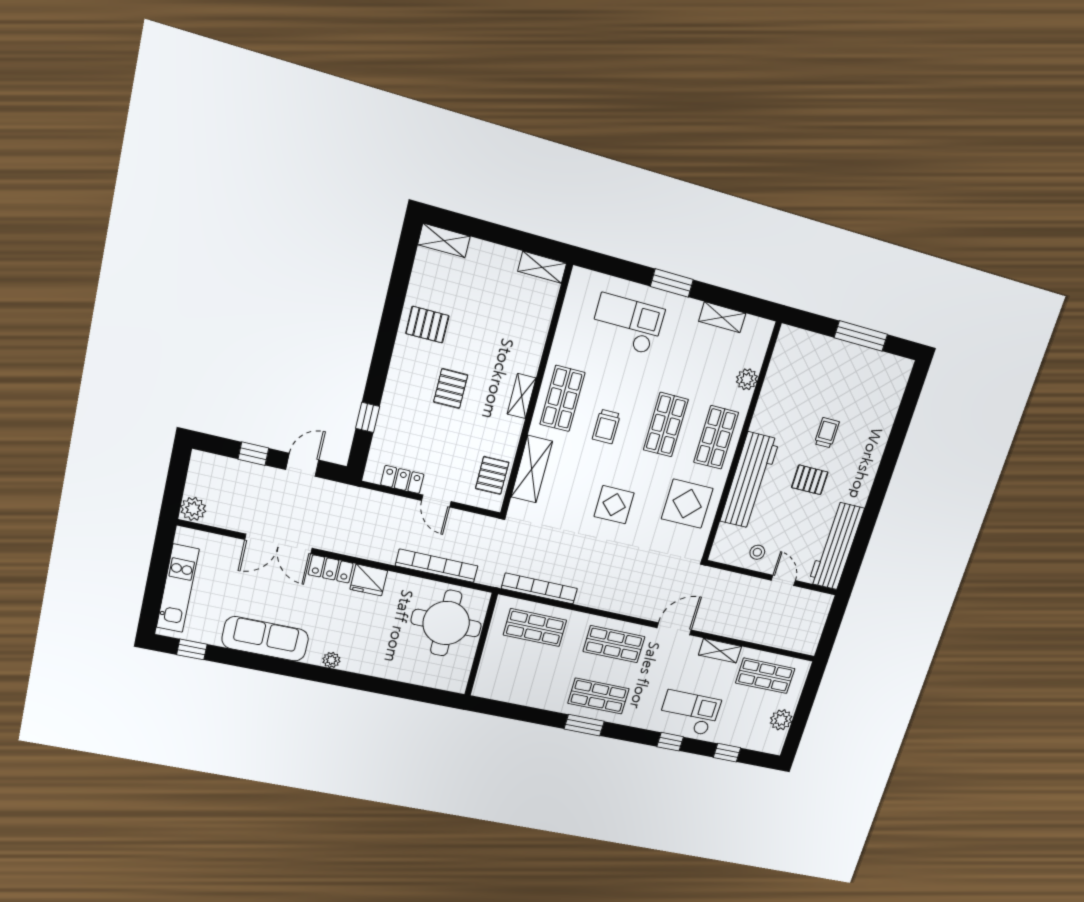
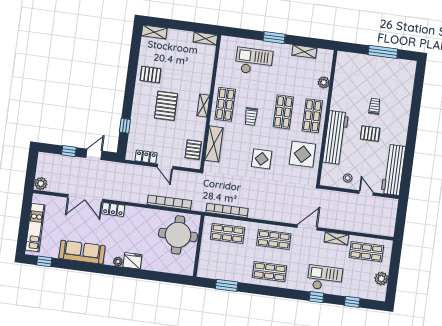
pallet: (451, 389) -> (166, 106), width x1.50, depth x1.42
fridge: (369, 580) -> (132, 261), moved, turned 180
window: (584, 725) -> (227, 285), moved

